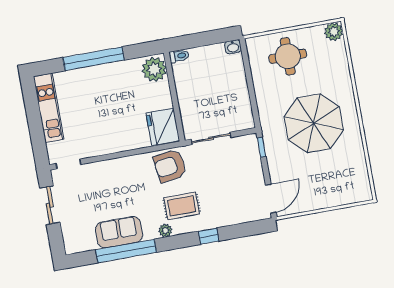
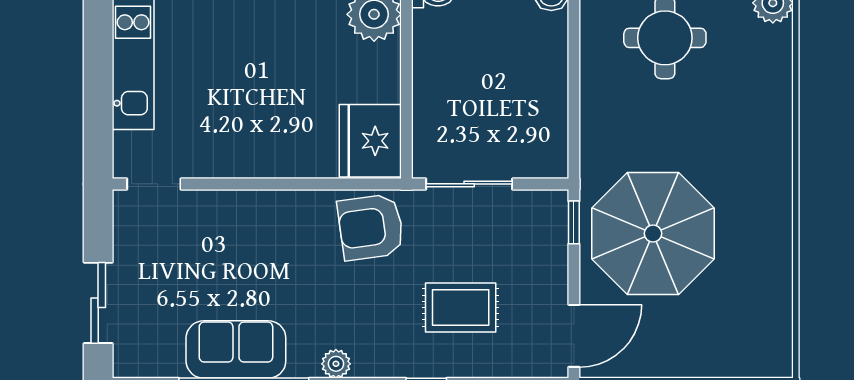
parasol: (314, 123) -> (653, 234), moved
sliding door: (50, 205) -> (98, 303), moved
rug: (182, 206) -> (461, 307), moved

